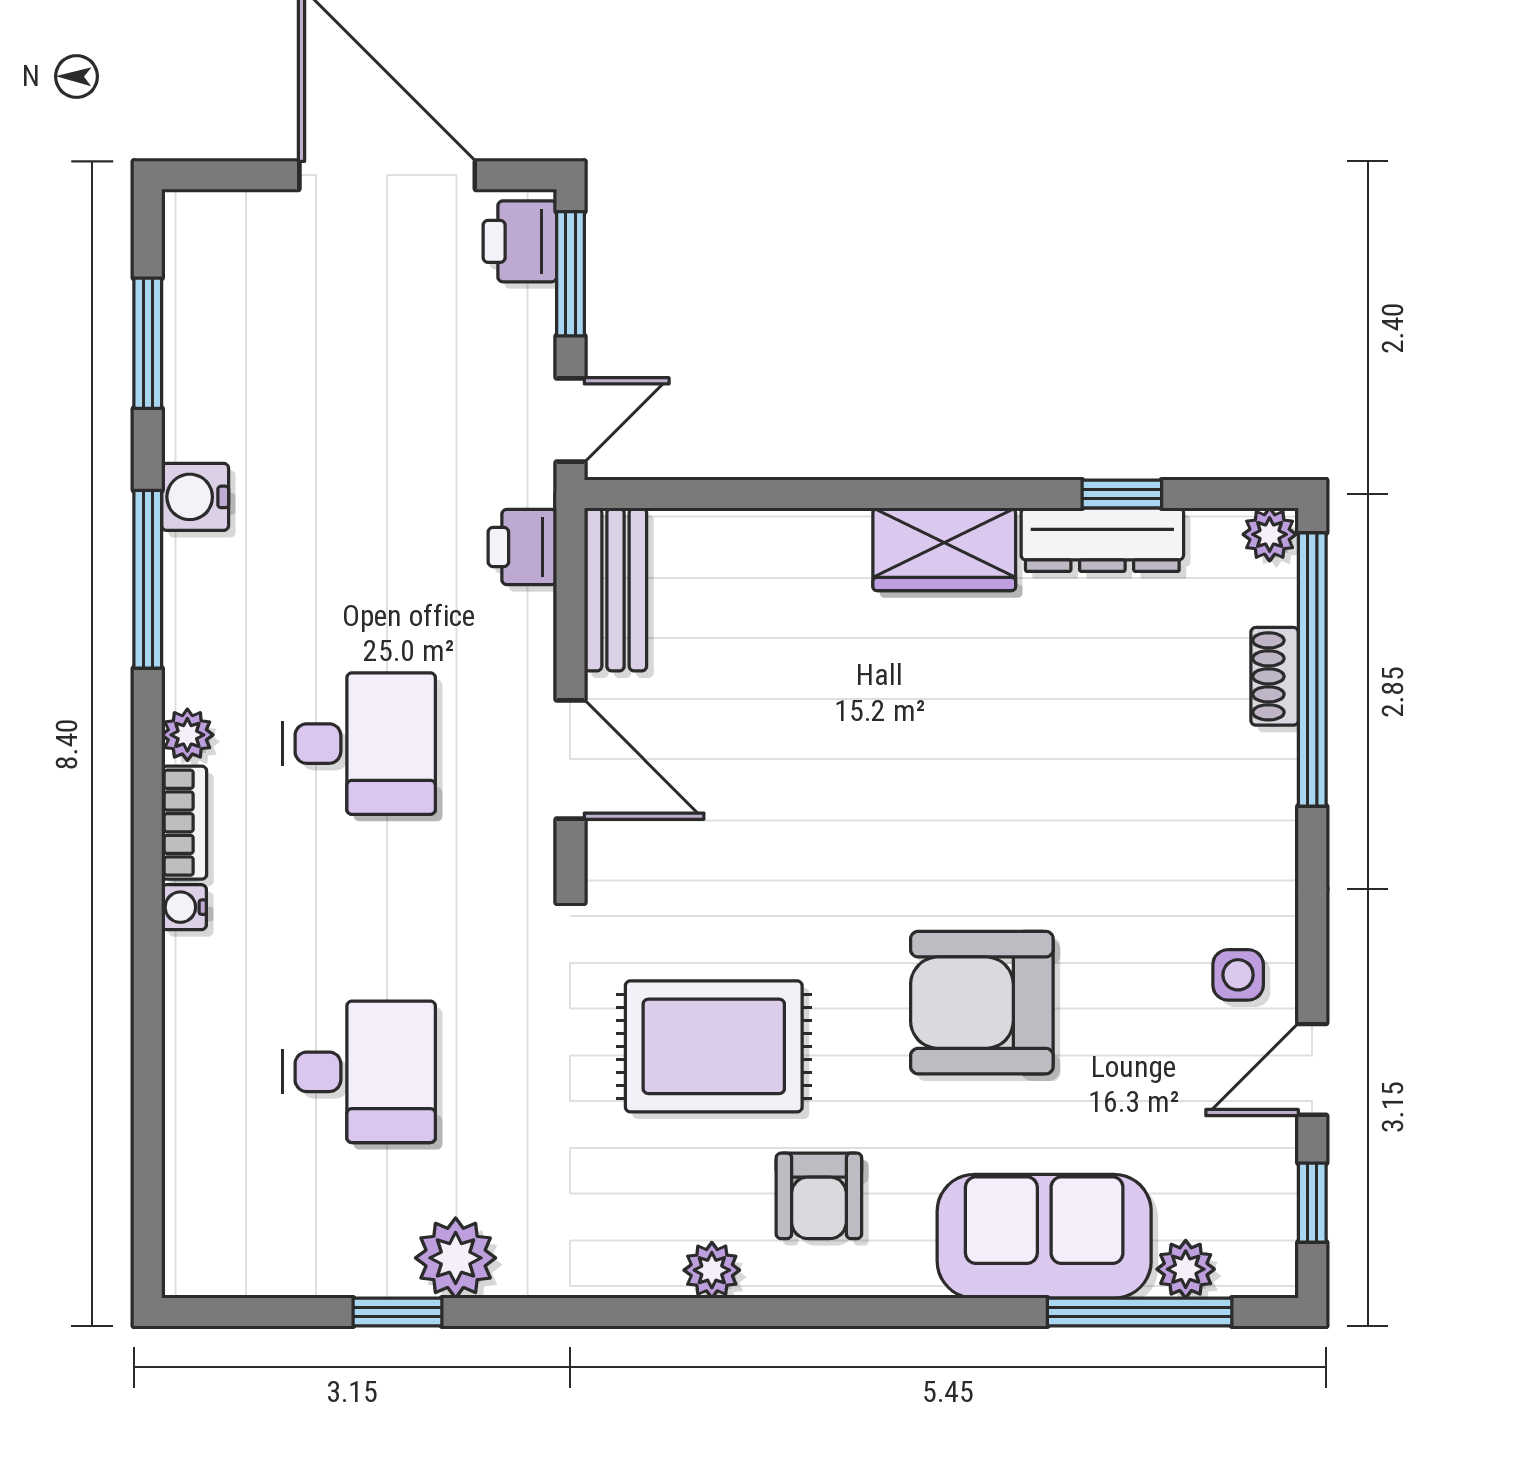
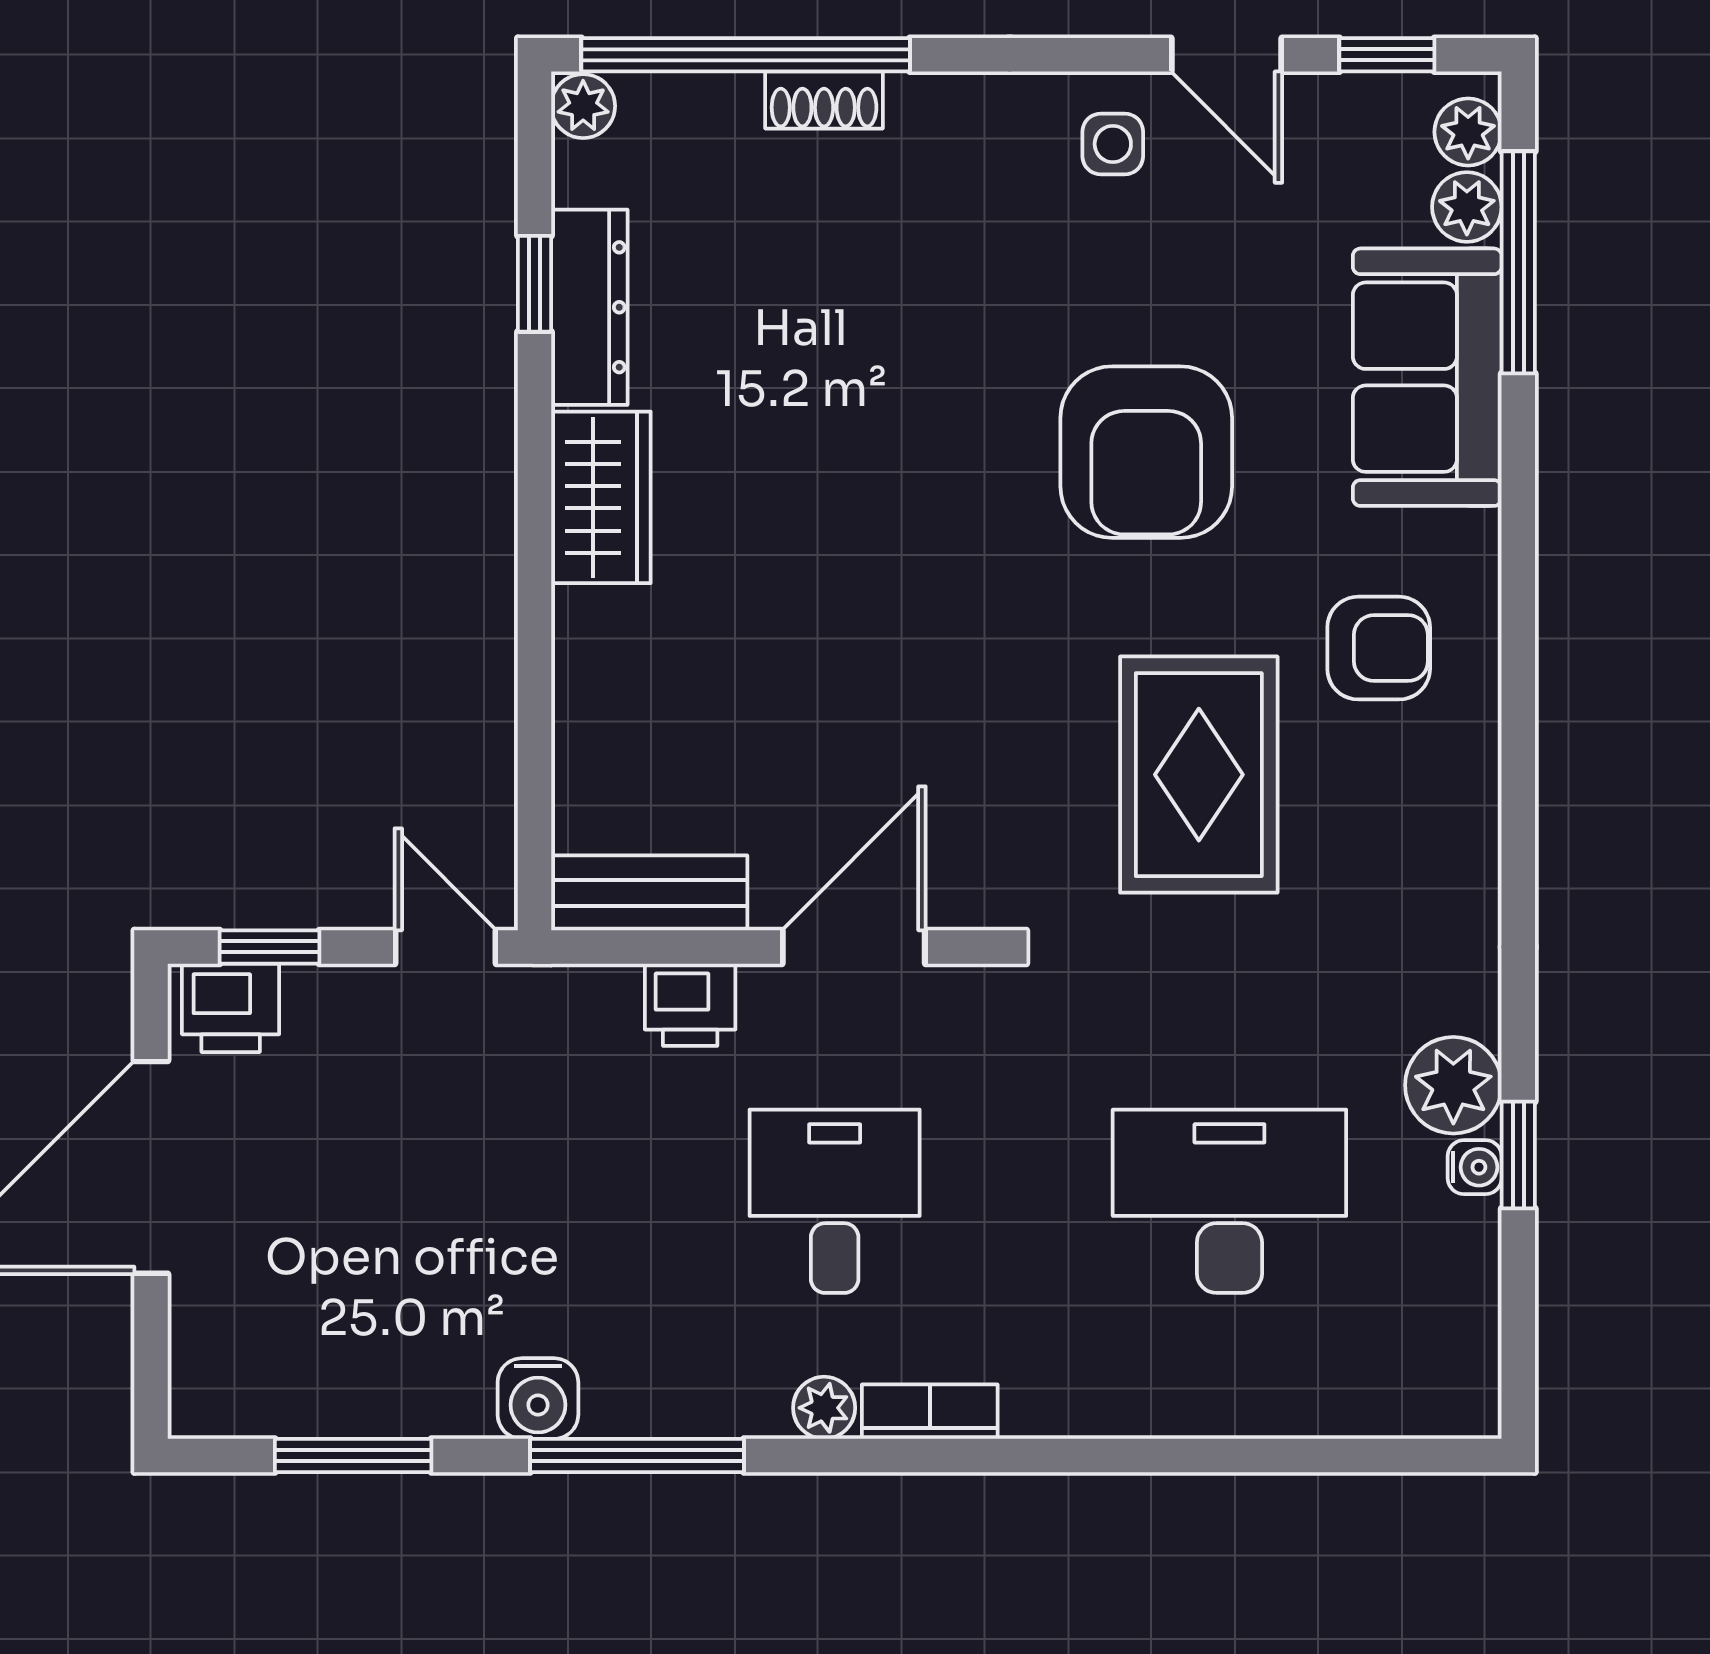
window: (570, 274) -> (269, 947), width x0.67
printer: (522, 547) -> (690, 1005), moved
shoe rack: (1275, 676) -> (824, 100), moved
water cooler: (184, 907) -> (1475, 1167), moved, turned -90
desk: (359, 1072) -> (1229, 1201), width x1.37
plant: (712, 1270) -> (1468, 132), moved

